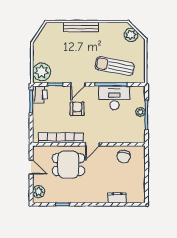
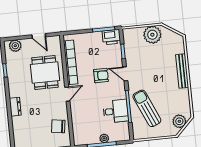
sun lounger: (115, 66) -> (147, 108), turned -35
plant: (42, 72) -> (152, 35), moved
desk: (114, 98) -> (116, 111), width x0.73
door: (92, 144) -> (67, 94), swing flipped
door: (31, 167) -> (39, 36), hinge flipped
dresser: (117, 198) -> (15, 107), moved

